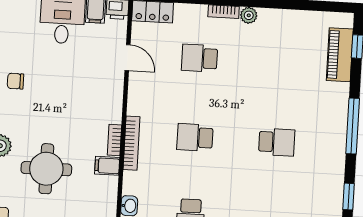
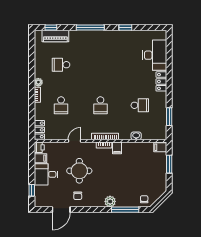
door: (128, 58) -> (74, 141), moved
school desk: (277, 142) -> (61, 65), moved, turned -90
round table: (46, 169) -> (79, 171), moved

